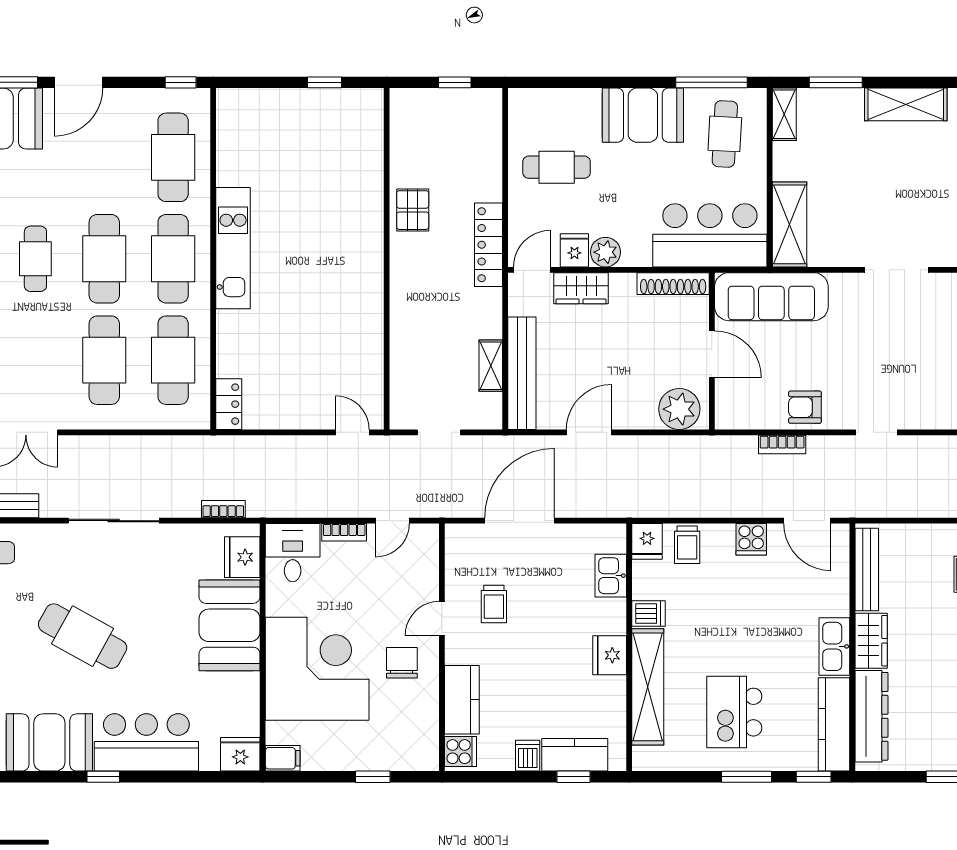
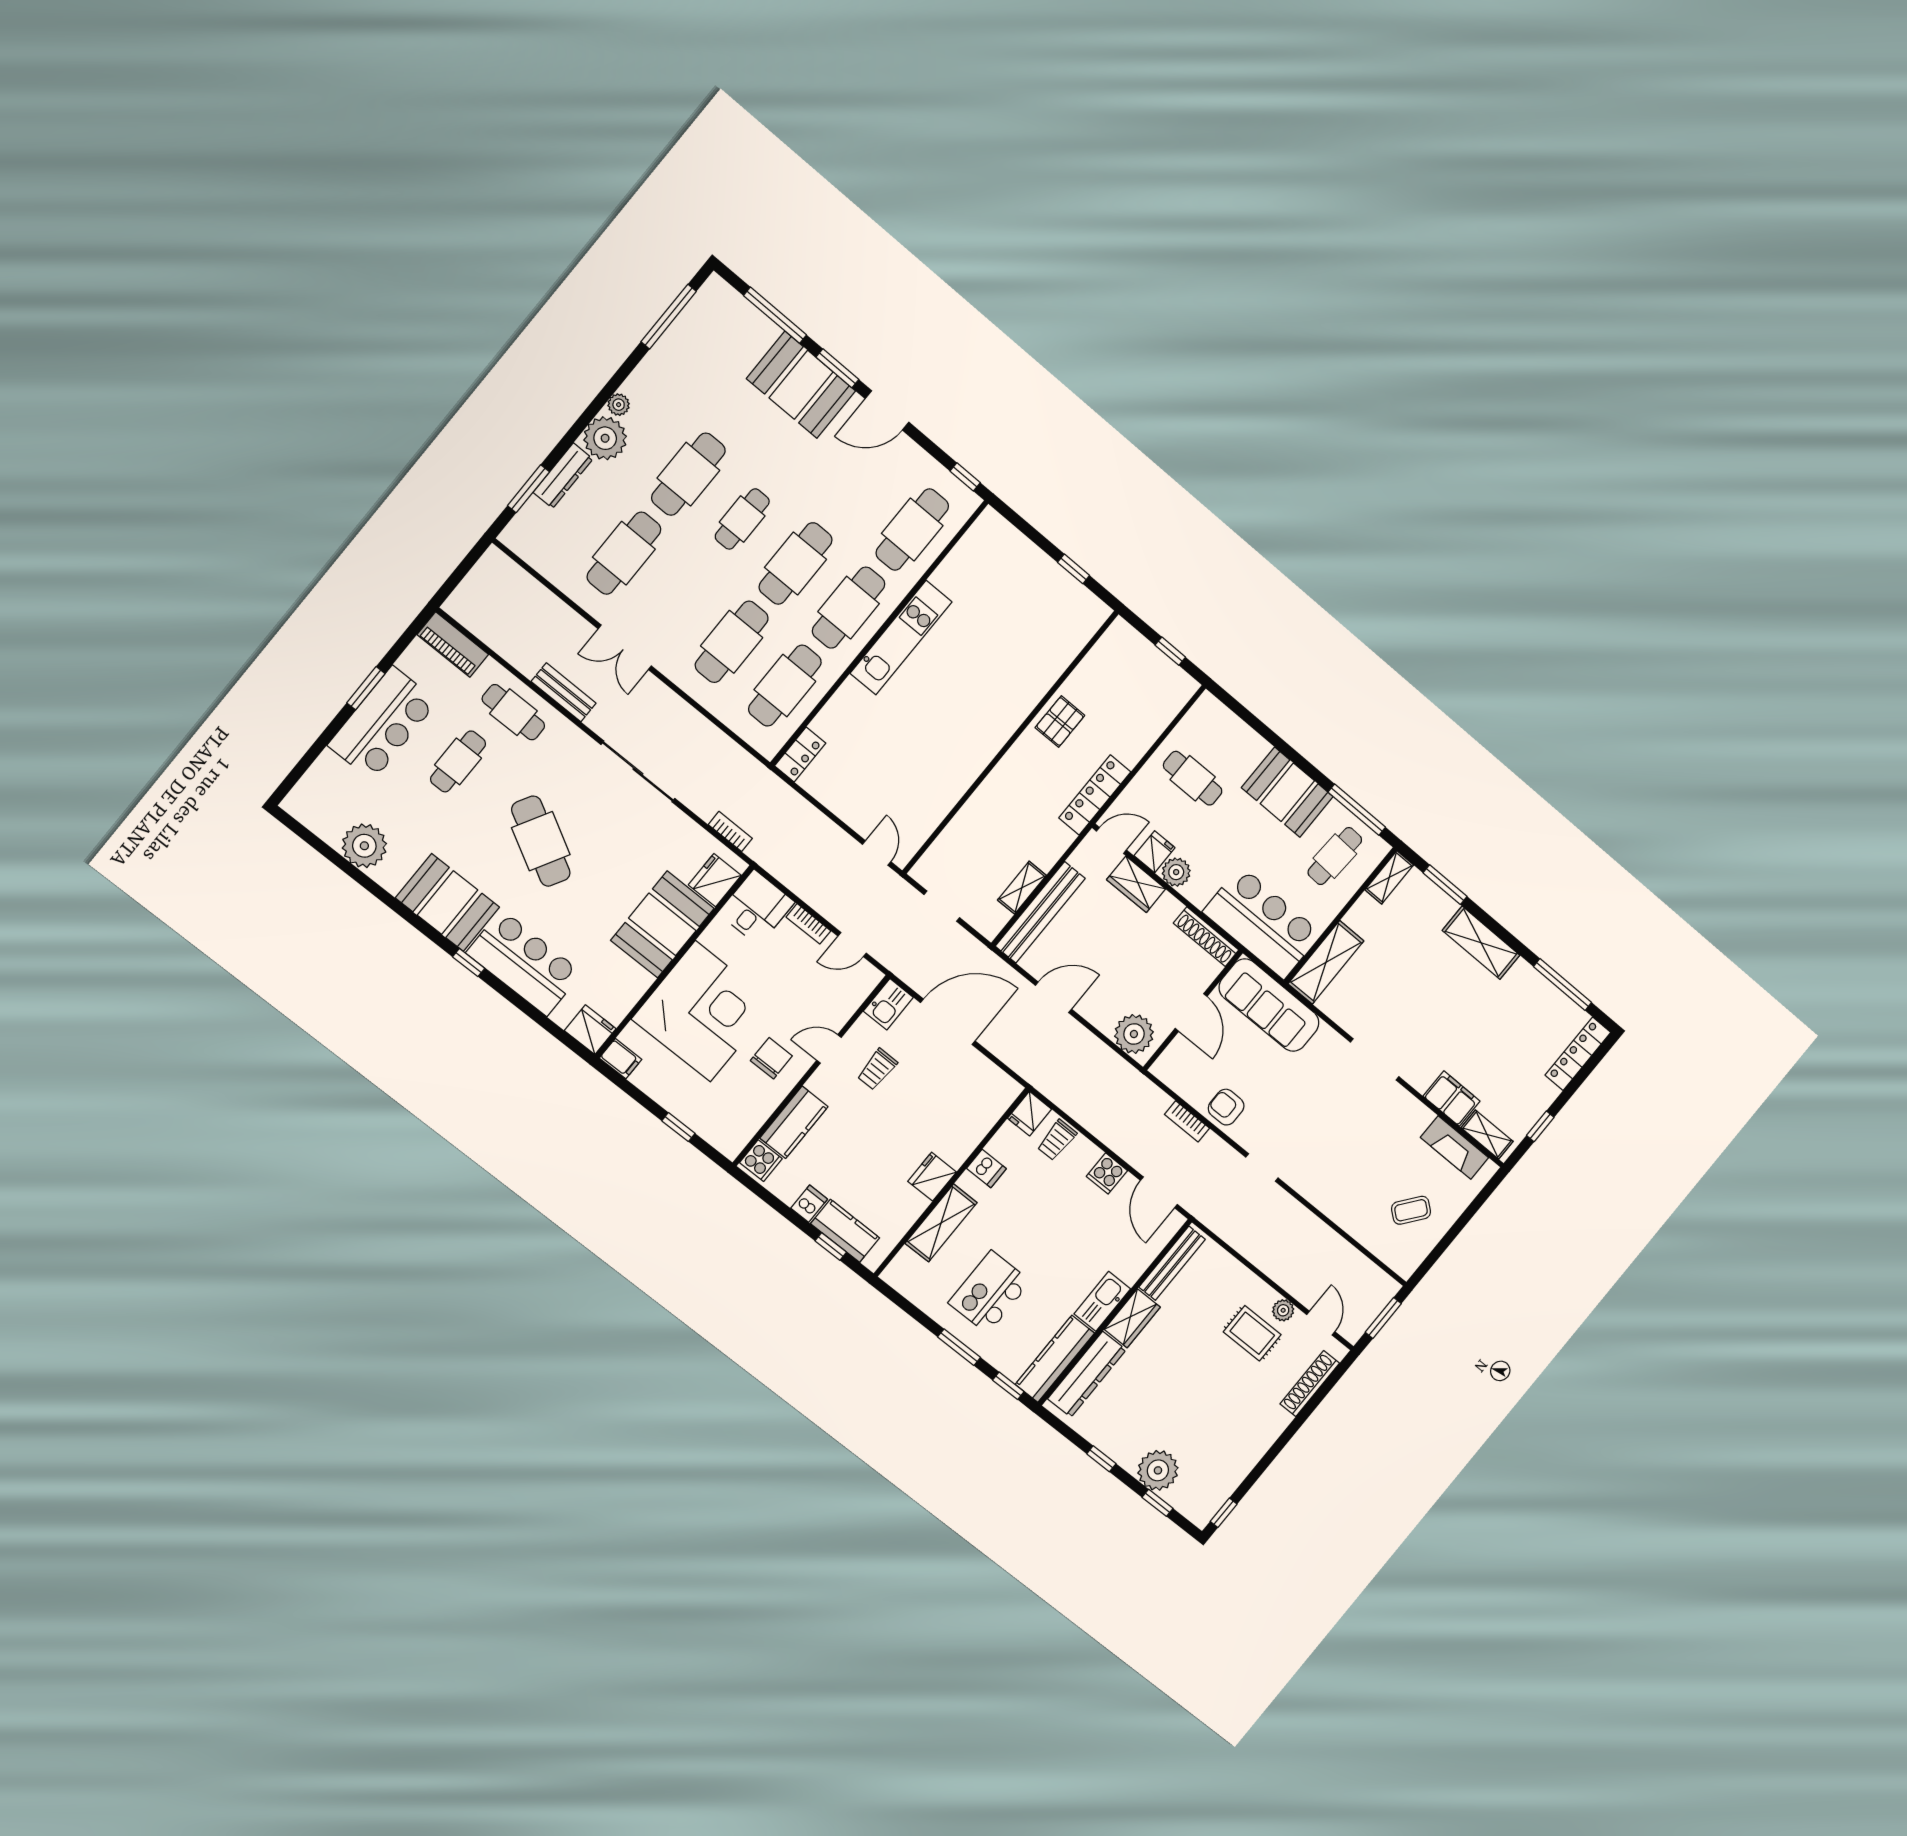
kitchen sink: (611, 576) -> (888, 1004), moved, turned 180
shelving: (648, 687) -> (941, 1223), width x0.68

